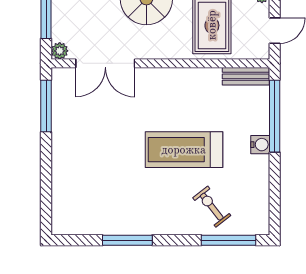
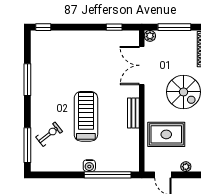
bench: (246, 76) -> (133, 113), moved
window: (46, 106) -> (114, 27), width x0.46
window: (46, 216) -> (43, 27), added

